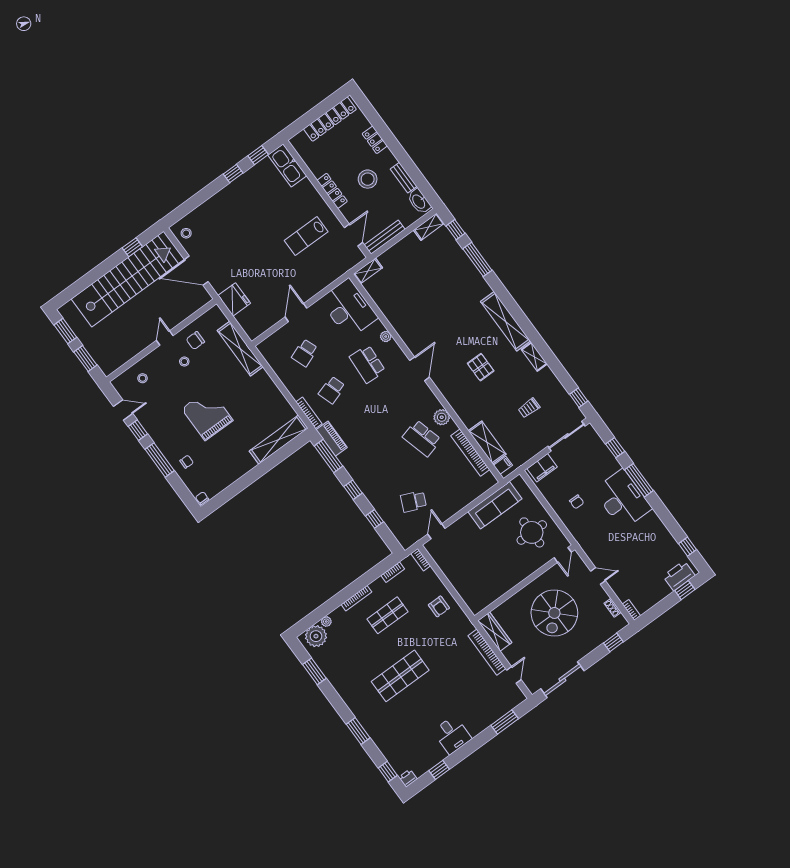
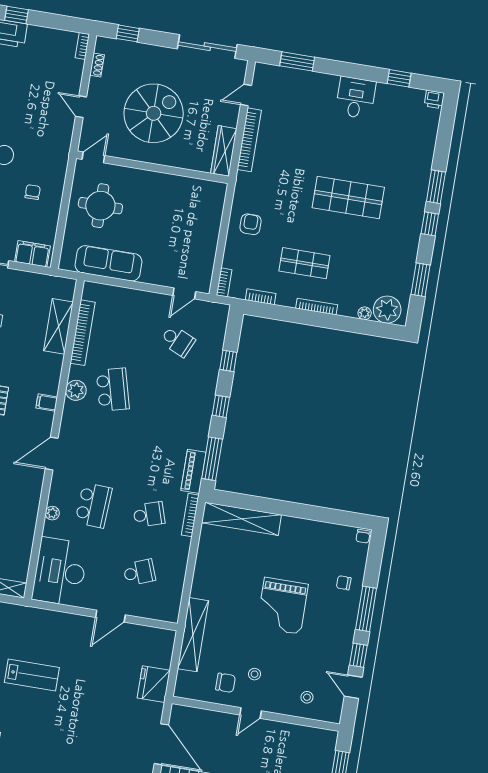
filing cabinet: (503, 465) -> (47, 403), moved
window: (388, 772) -> (430, 224), moved

